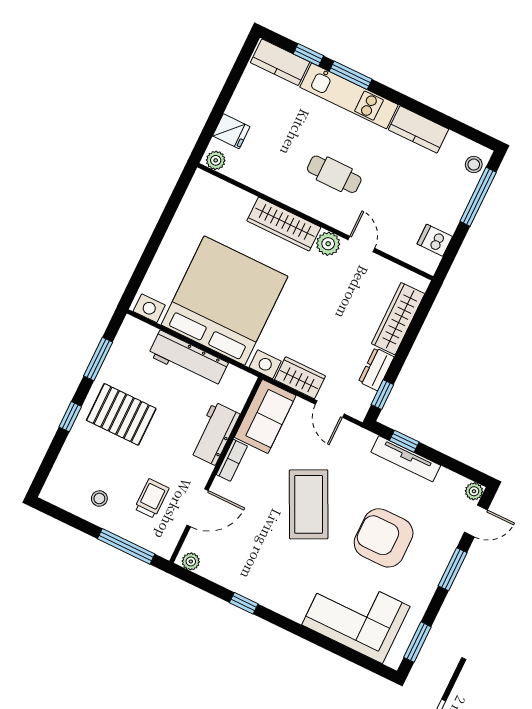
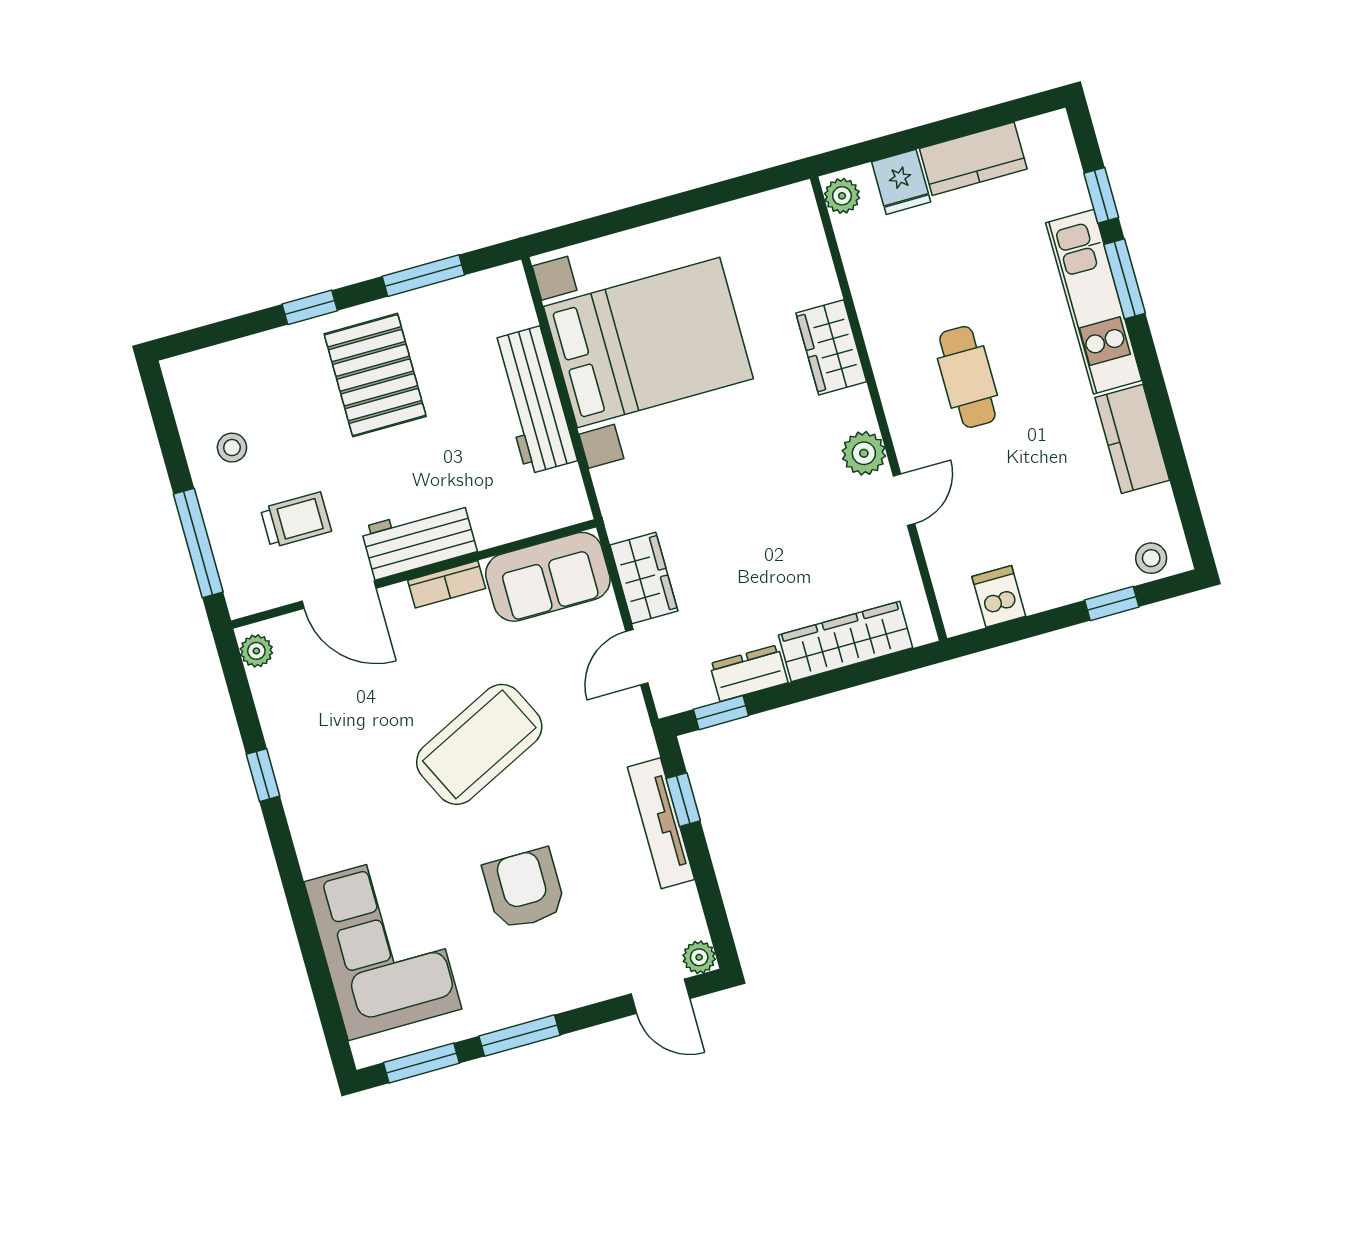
kitchen counter: (280, 62) -> (973, 159), moved, turned -90
window: (478, 197) -> (1112, 604), width x0.46
wardrobe: (284, 224) -> (831, 347), width x0.67
bed with nightstands: (224, 301) -> (648, 343), width x0.73
workbench: (214, 433) -> (419, 540), moved
armchair: (384, 538) -> (524, 889), width x0.73, depth x0.73
window: (453, 569) -> (520, 1036), moved

